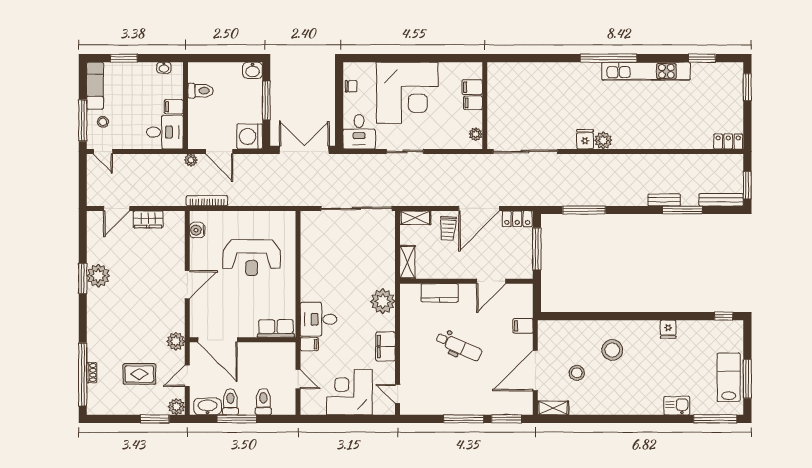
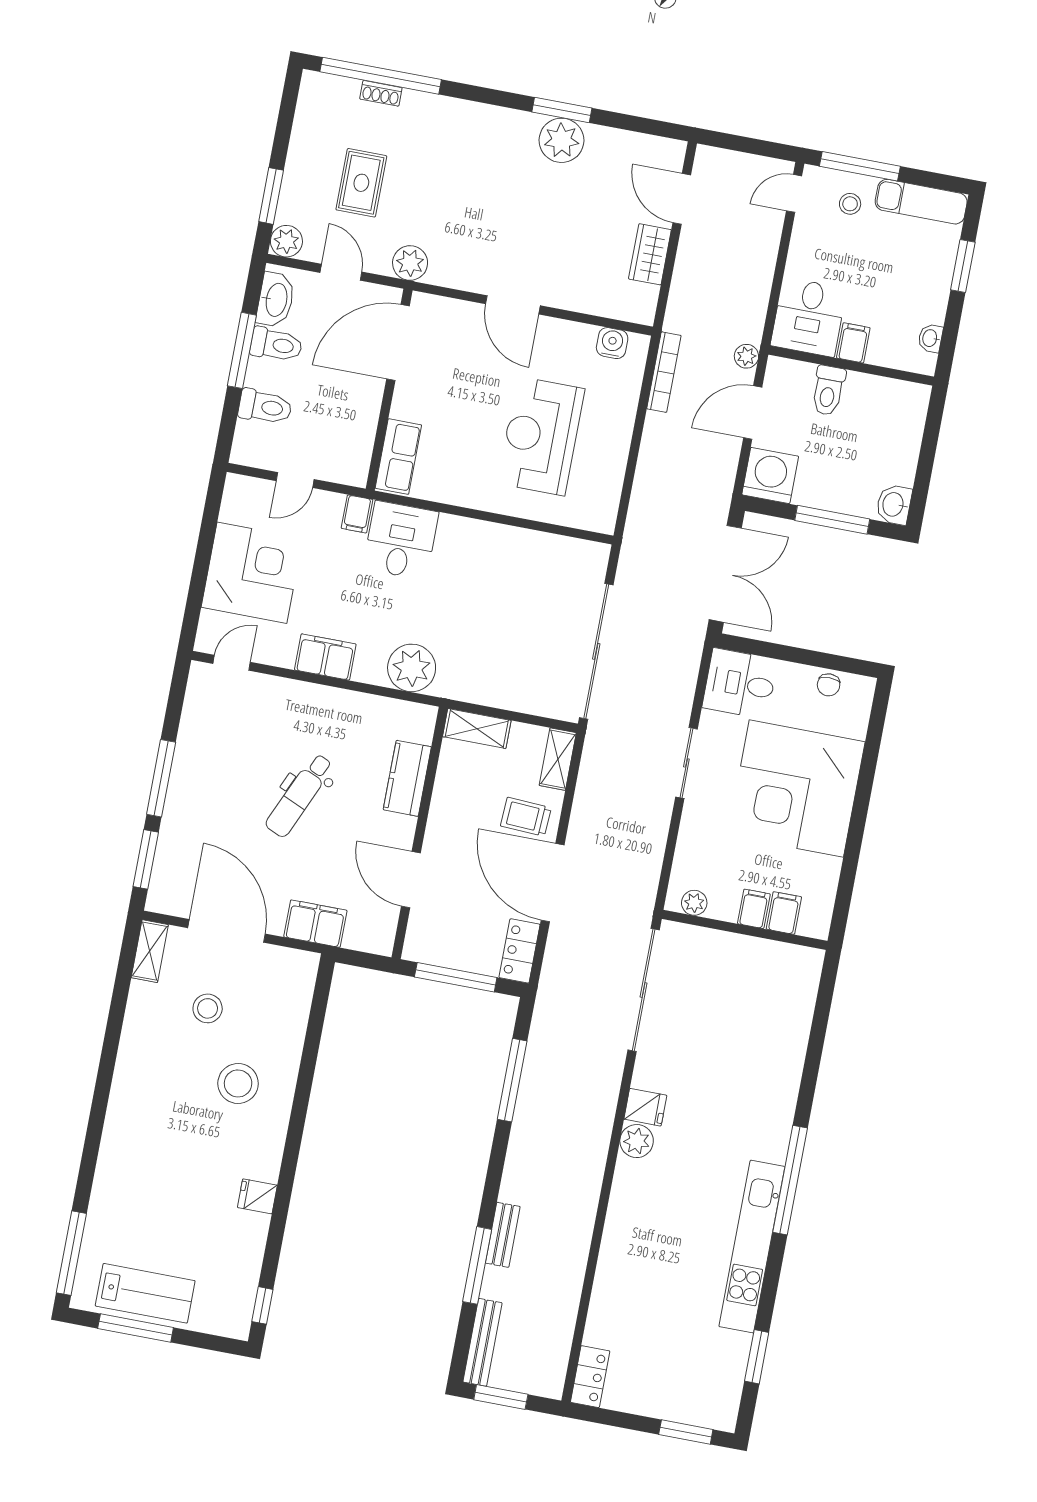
toilet: (201, 91) -> (828, 390), moved
filing cabinet: (523, 326) -> (315, 924), width x2.00
kitchen sink: (677, 406) -> (110, 1185), removed

